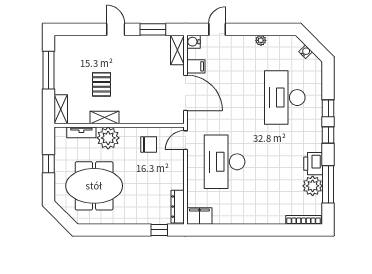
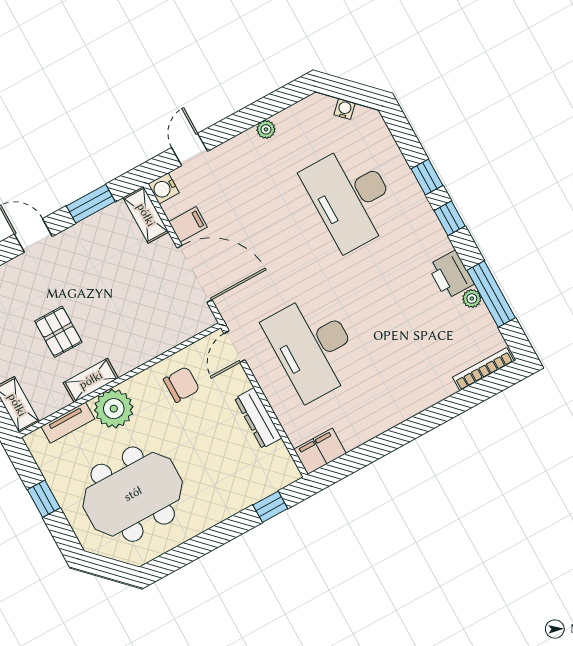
plant: (313, 186) -> (472, 299), width x0.53, depth x0.53
dresser: (178, 207) -> (258, 418), moved

